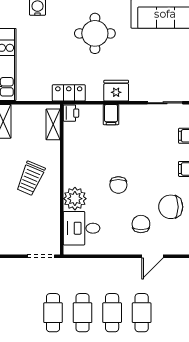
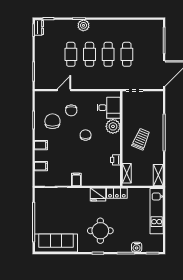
fridge: (116, 91) -> (98, 195), moved
printer: (71, 113) -> (115, 160), moved
filing cabinet: (111, 115) -> (76, 179), moved
chair: (171, 207) -> (52, 121), turned -90

